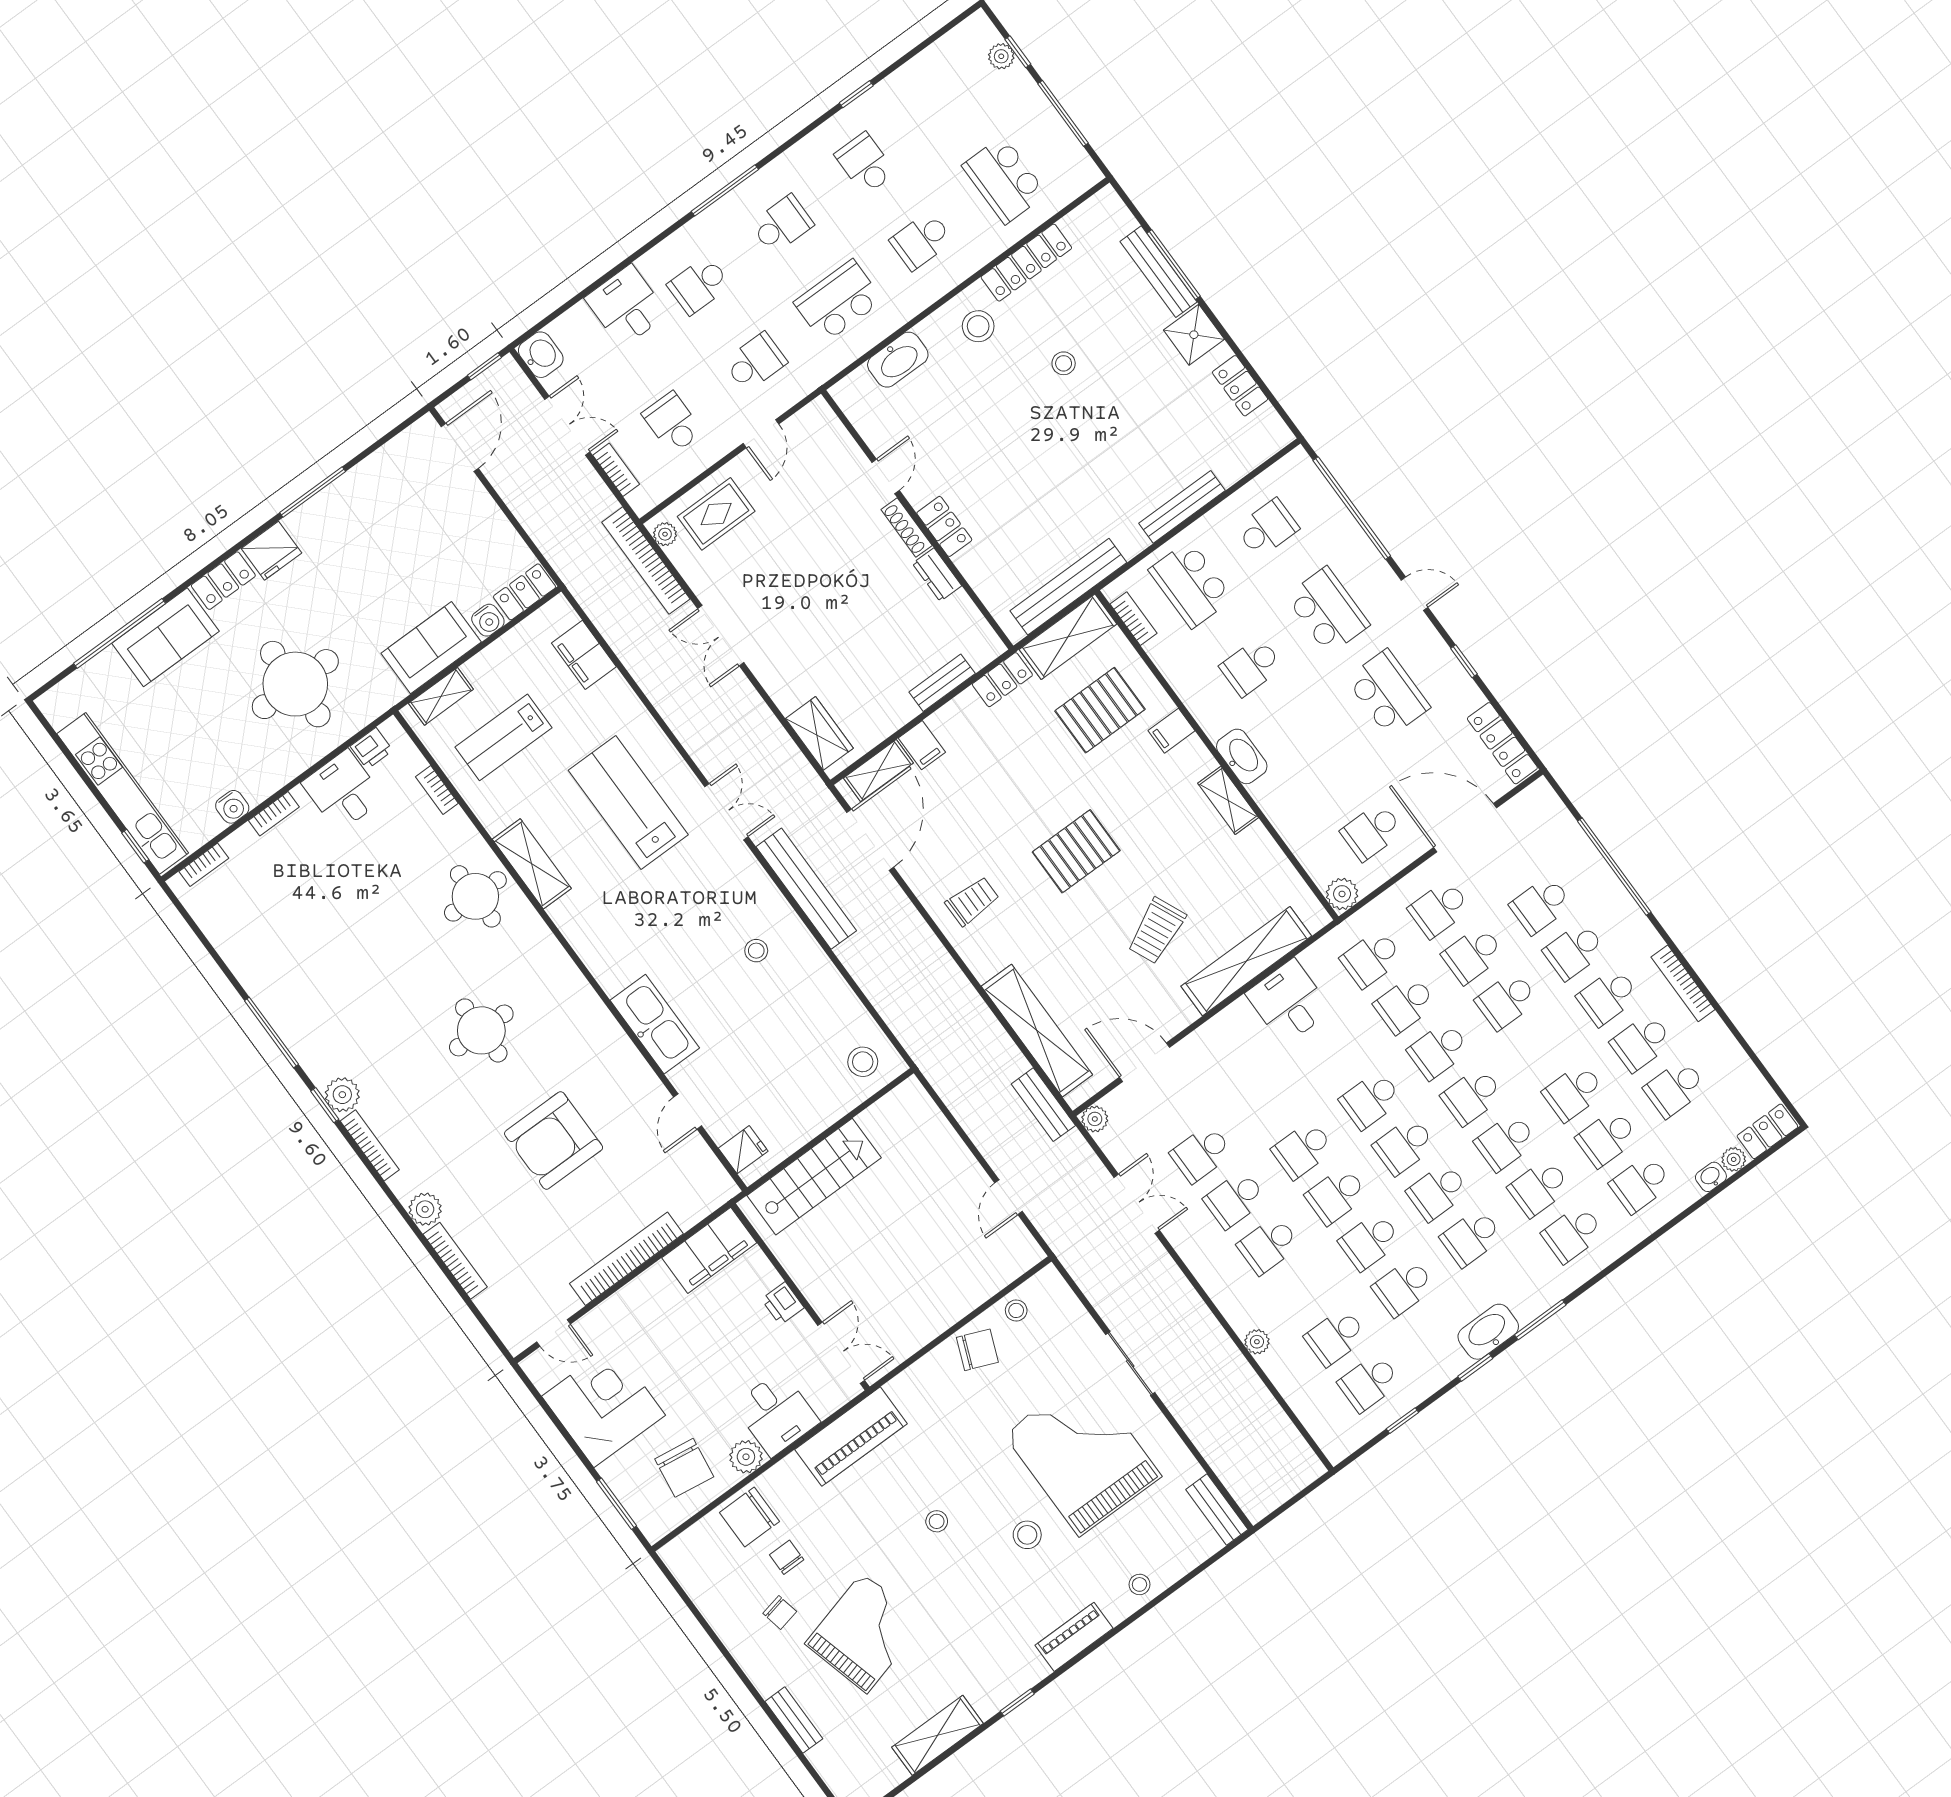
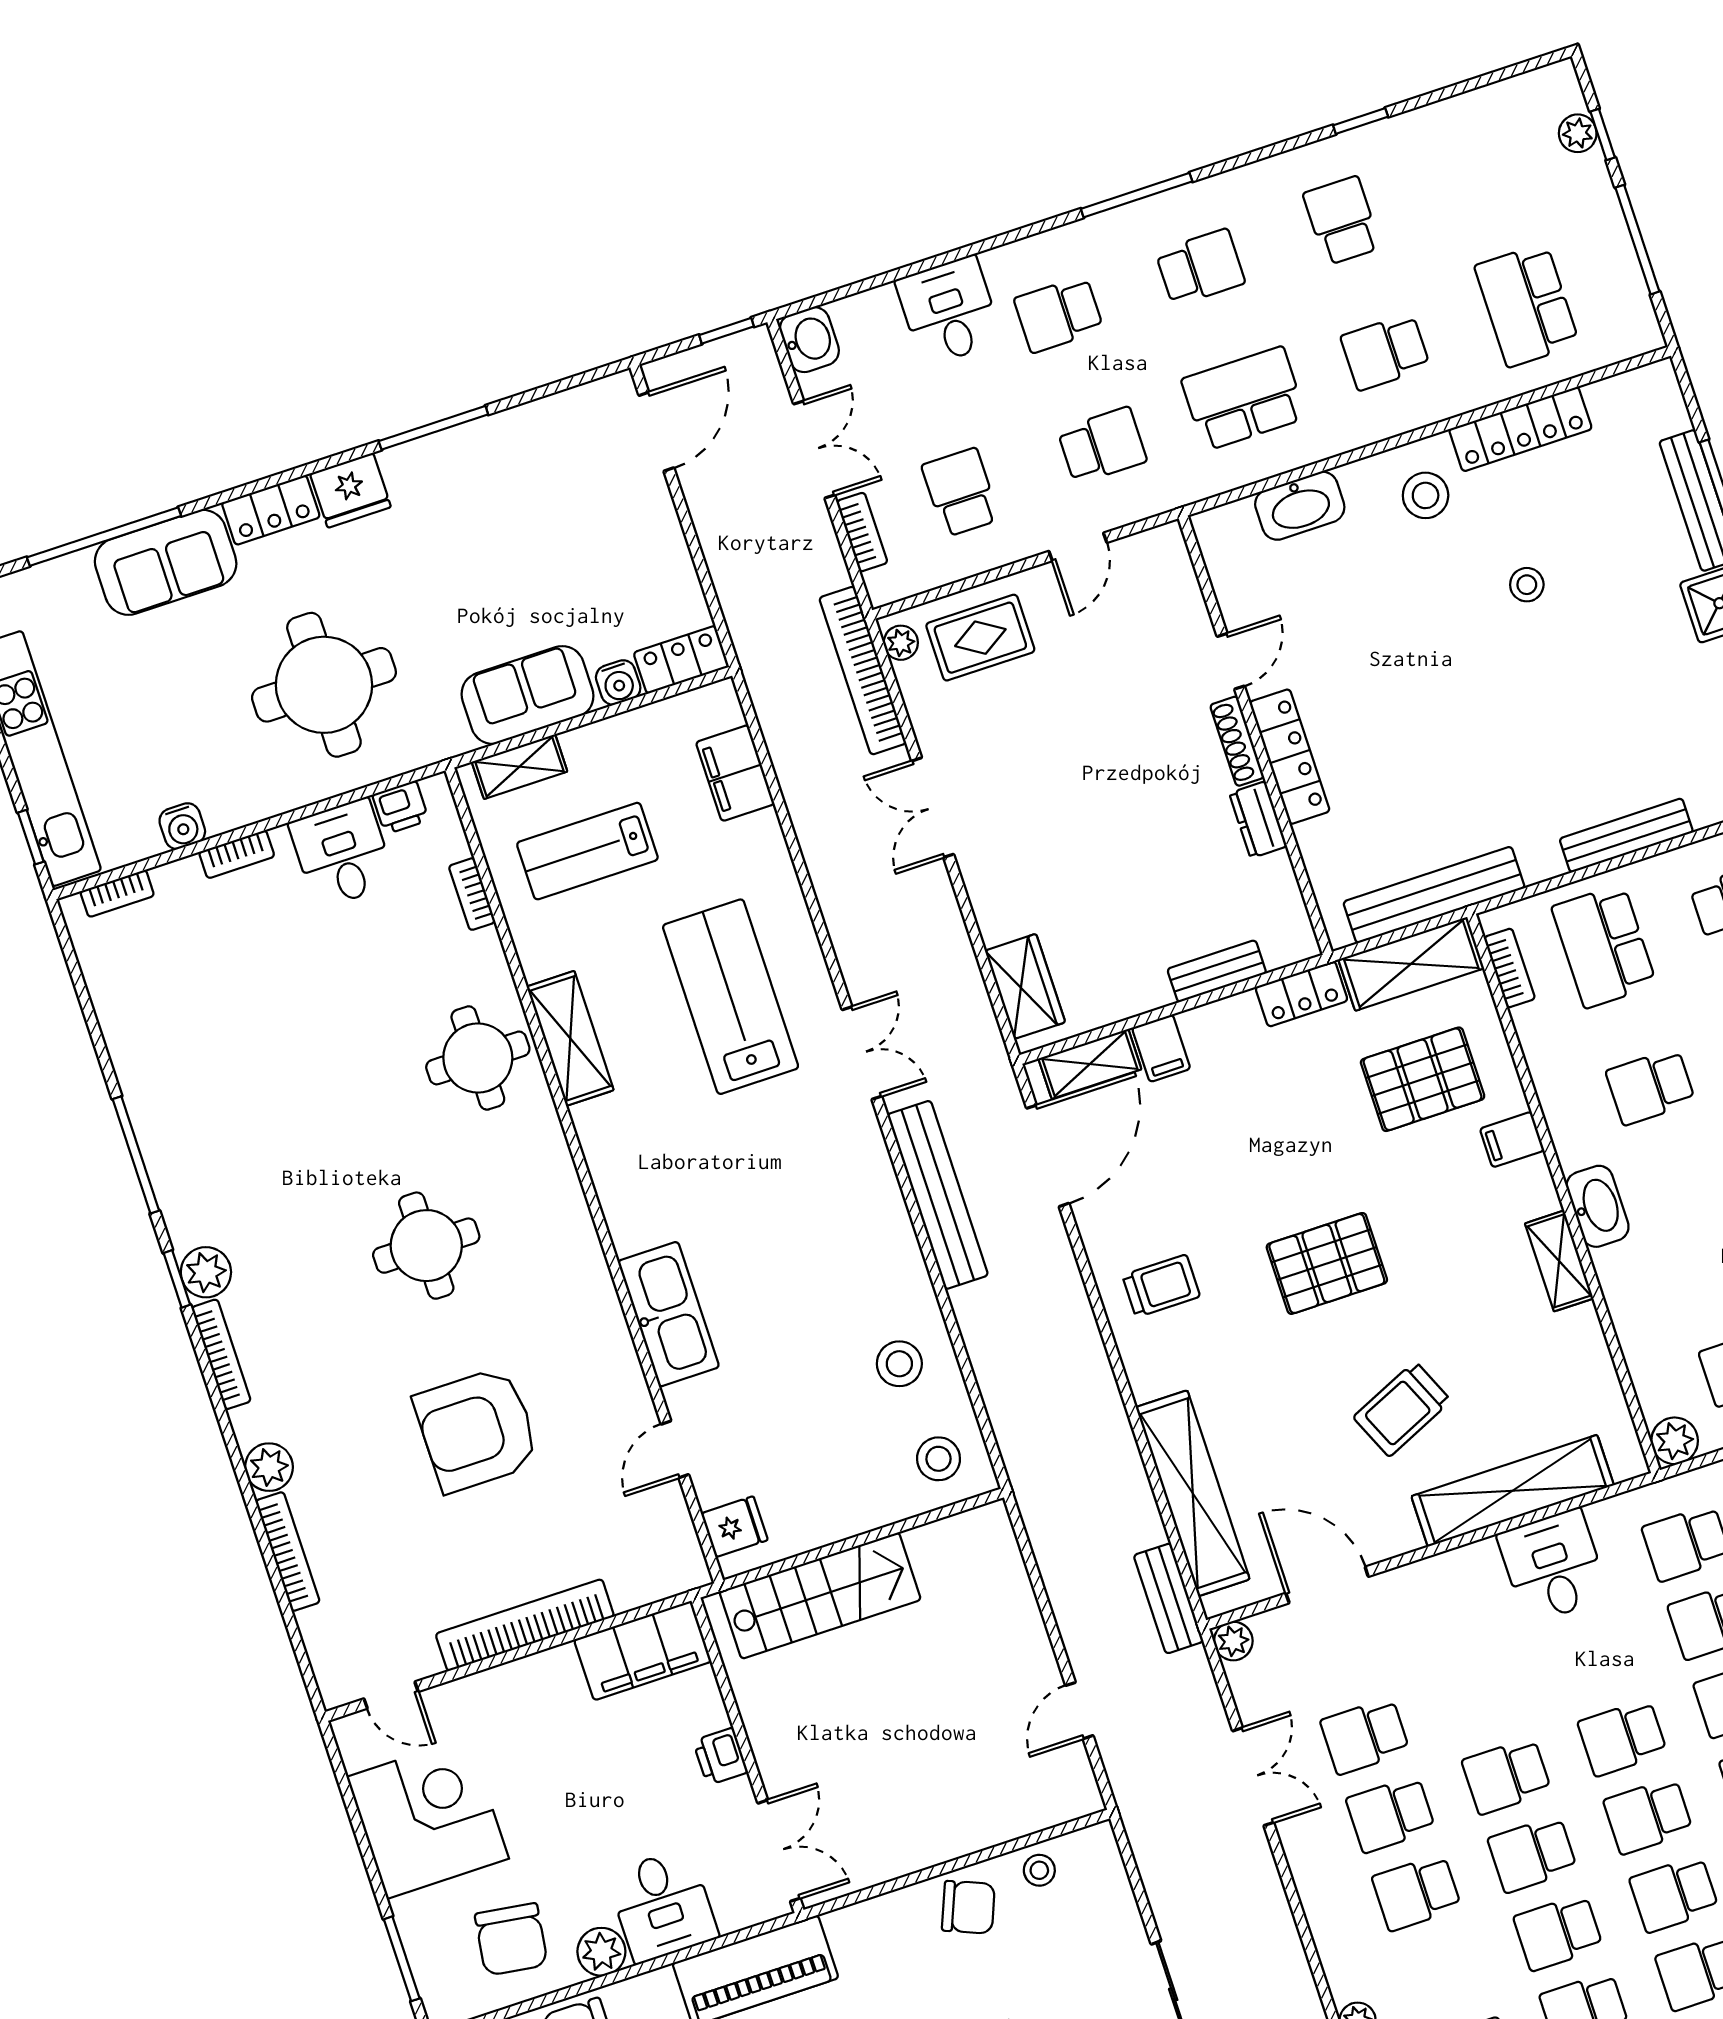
locker: (944, 526) -> (1290, 757), width x1.53
stool: (756, 951) -> (899, 1364), moved, width x1.37, depth x1.37

